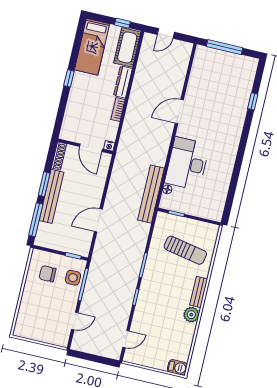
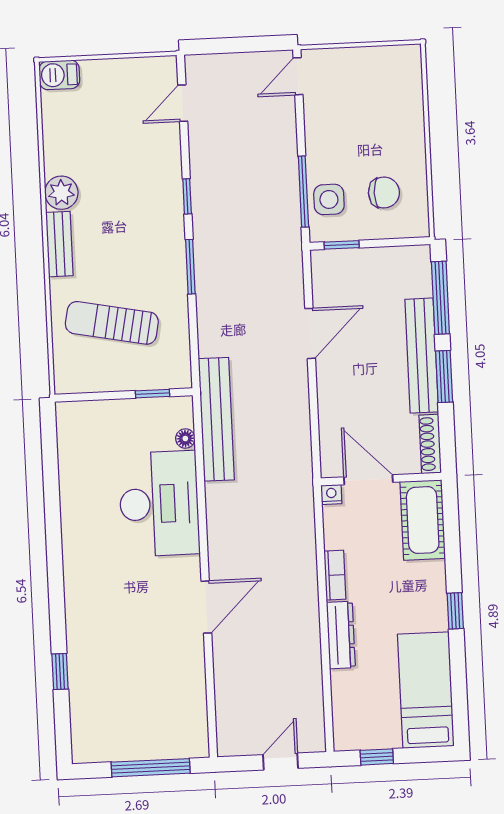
cot: (127, 47) -> (423, 520), moved
door: (75, 321) -> (298, 76), moved

